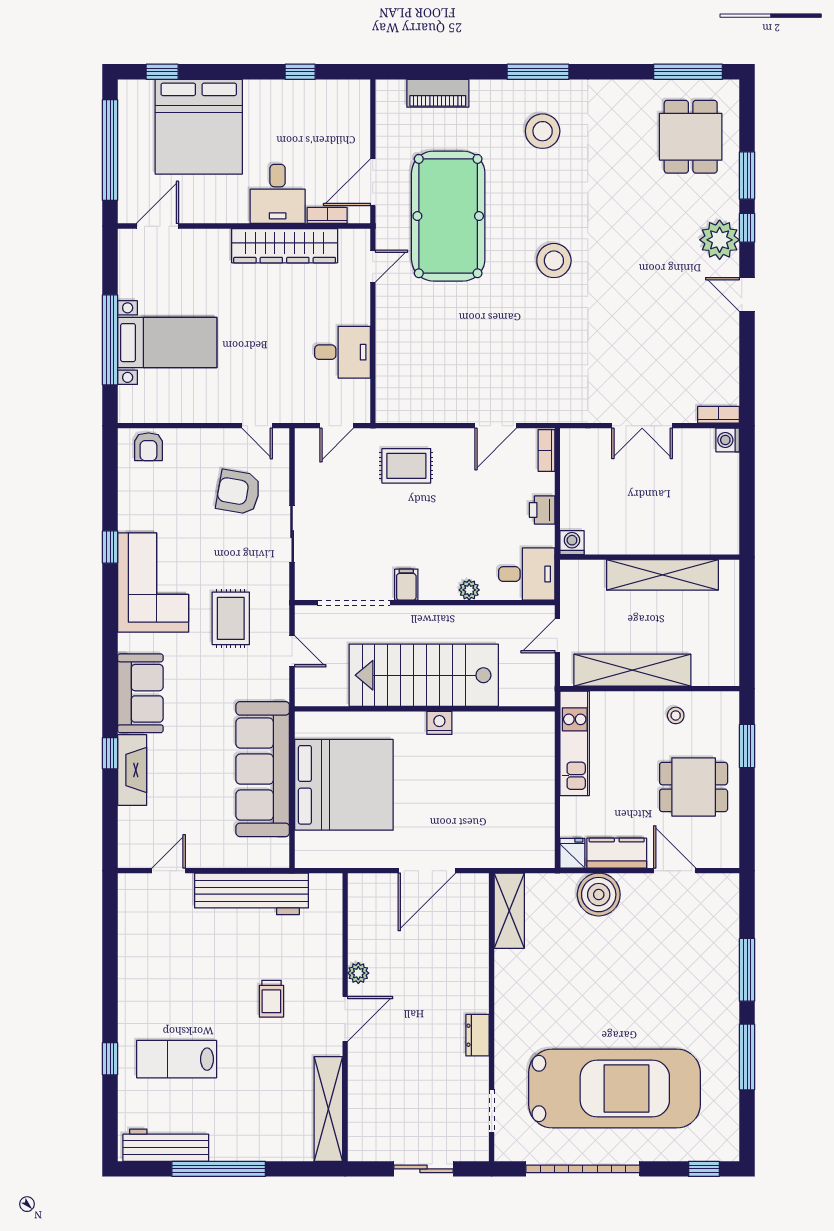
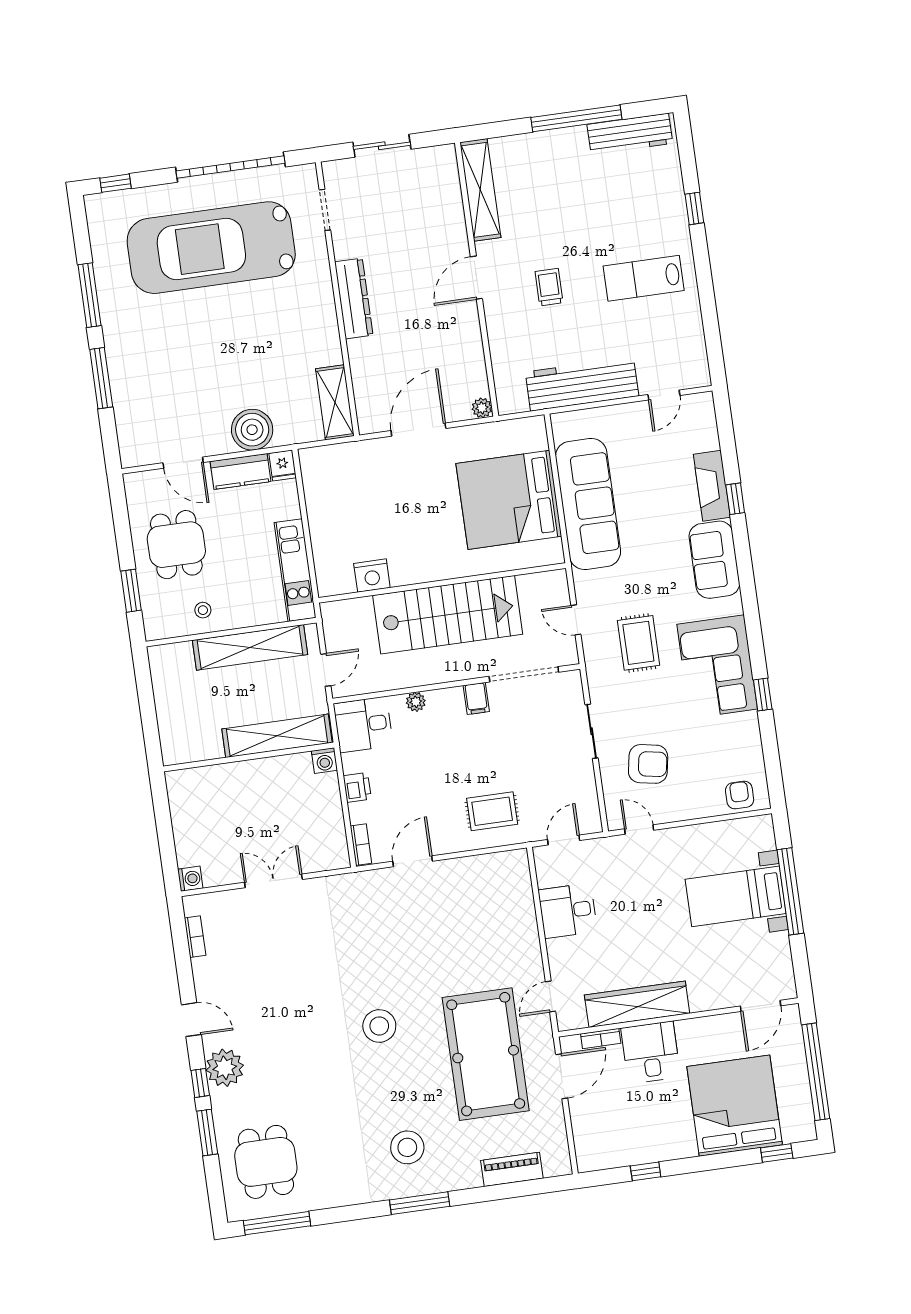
bookcase: (719, 415) -> (195, 937), moved, turned -90
shelving: (662, 575) -> (277, 736), moved
nightstand: (439, 723) -> (372, 576), moved, width x1.36, depth x1.33
dining table: (694, 787) -> (176, 545), turned 90
plant: (358, 973) -> (482, 408), moved
dresser: (478, 1035) -> (354, 298), width x1.96, depth x1.24
lab bench: (177, 1059) -> (644, 278), moved, turned 180

